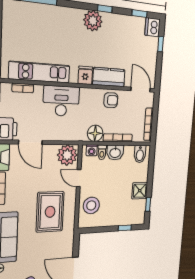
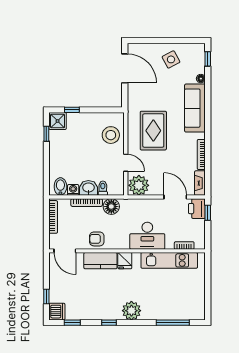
plant: (93, 21) -> (131, 311), moved
washing machine: (92, 150) -> (73, 190), moved
shower: (140, 191) -> (58, 121), moved

